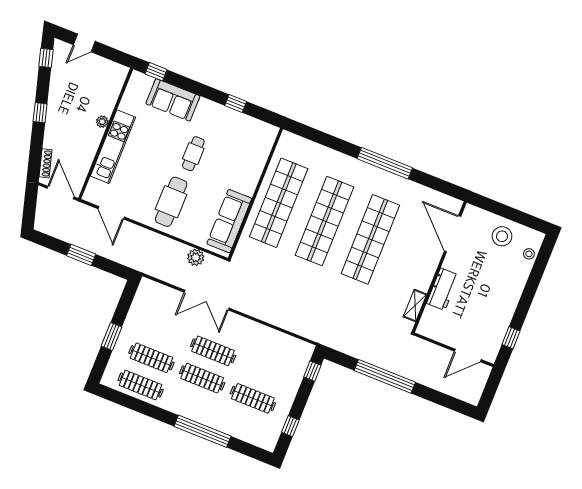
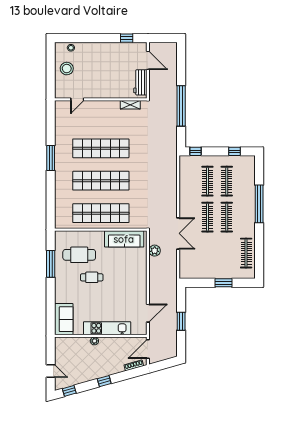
window: (156, 72) -> (51, 320), removed
sofa: (173, 100) -> (64, 319), moved
window: (236, 104) -> (51, 264), width x2.17
window: (385, 163) -> (51, 158), width x0.68
cafe table: (171, 202) -> (79, 255), moved
door: (453, 234) -> (77, 99), width x0.53
workbench: (443, 289) -> (140, 82), moved, turned -90
clothes rail: (151, 358) -> (207, 181), moved

